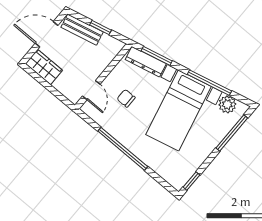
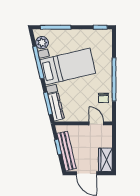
bench: (82, 30) -> (67, 151), width x1.36
door: (91, 90) -> (96, 123), hinge flipped
chair: (126, 98) -> (104, 98), moved

